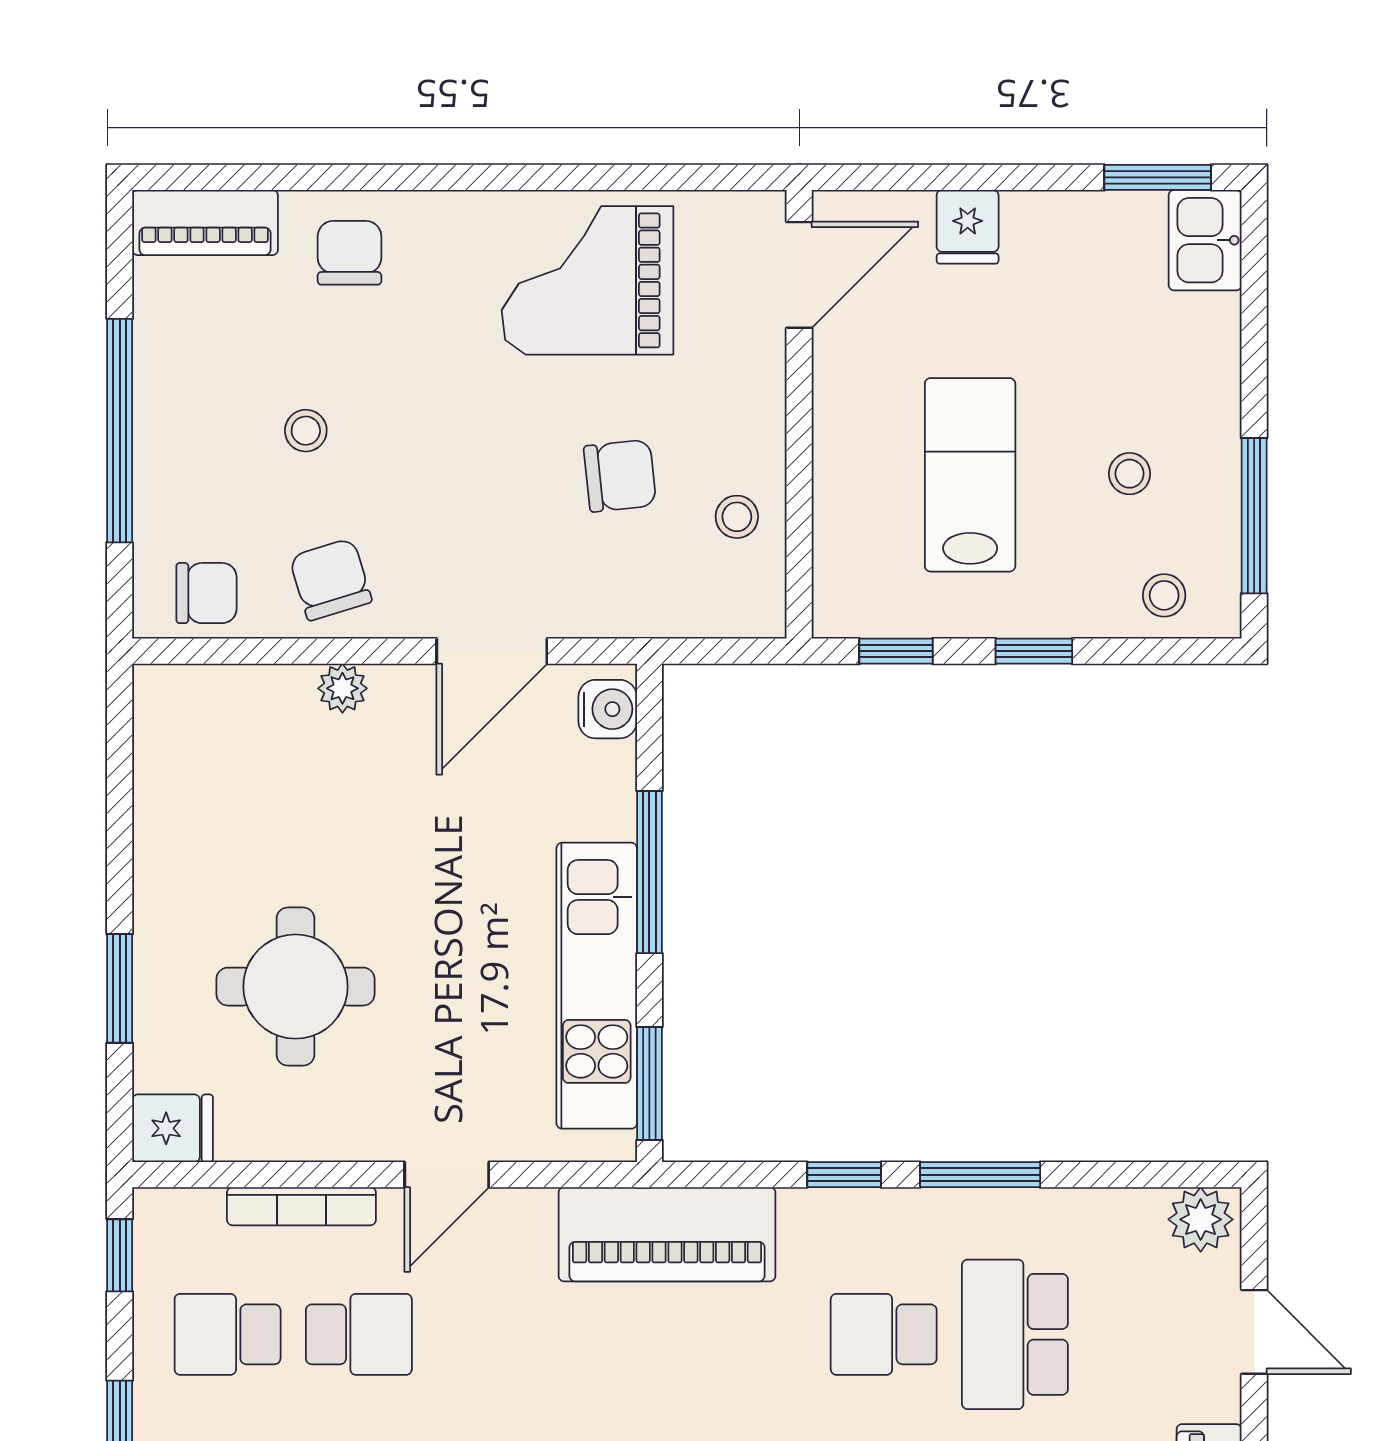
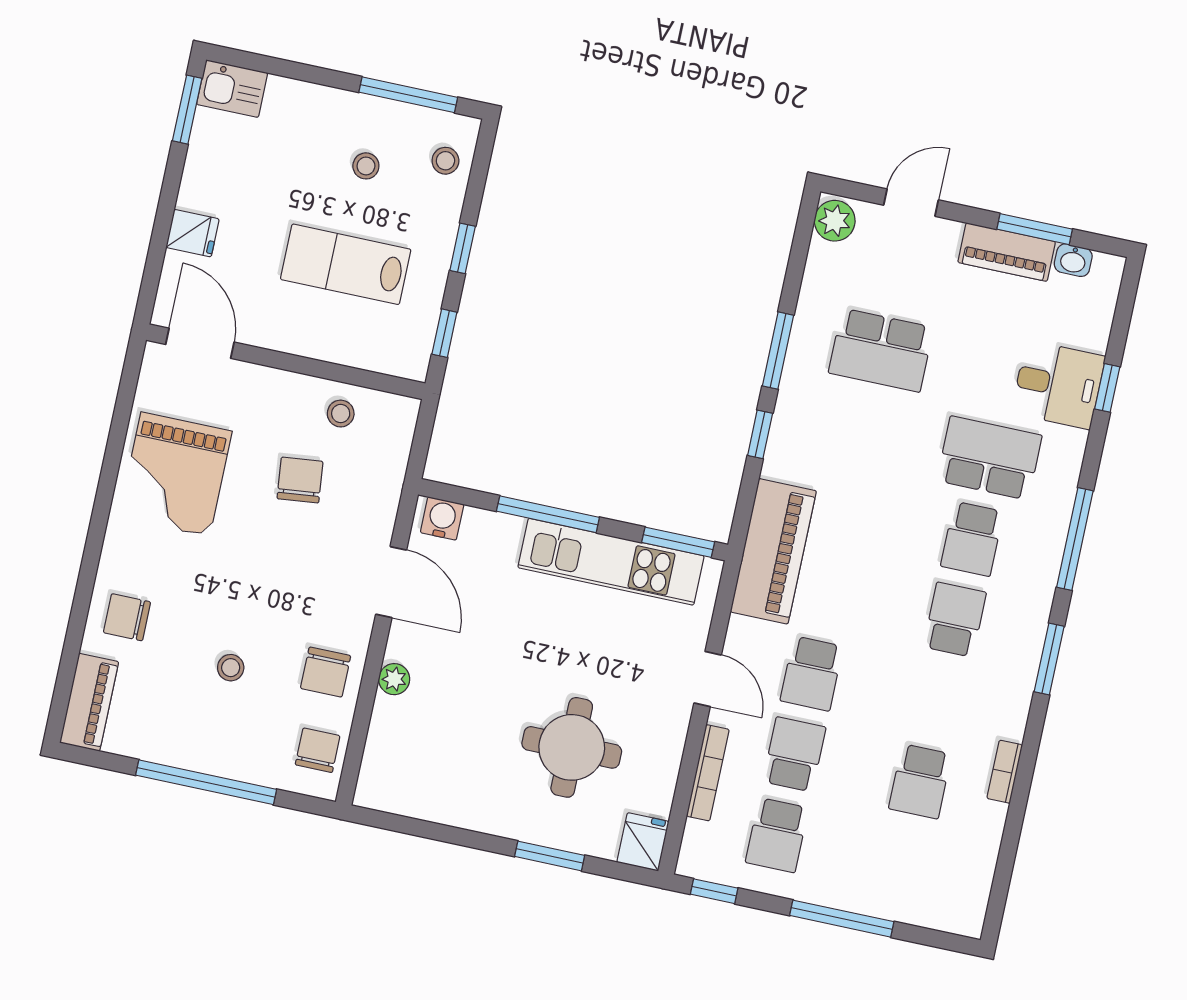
chair: (331, 579) -> (326, 672), turned -73
school desk: (884, 1334) -> (812, 674), moved

